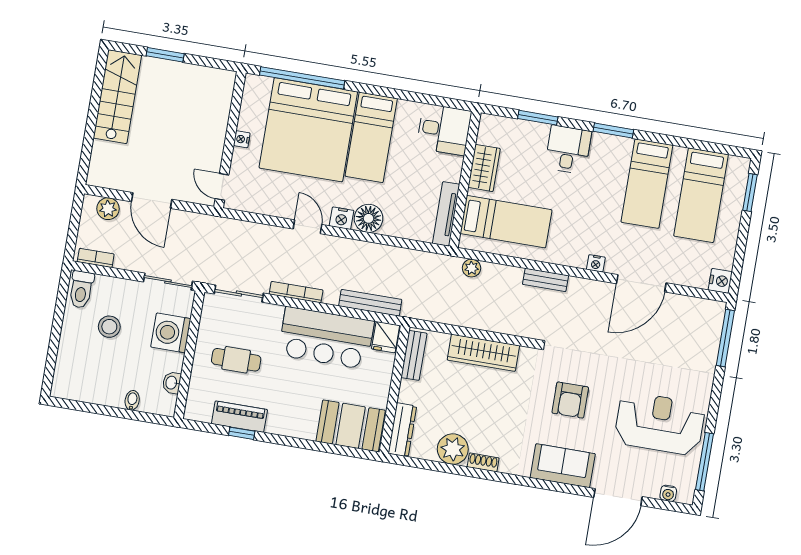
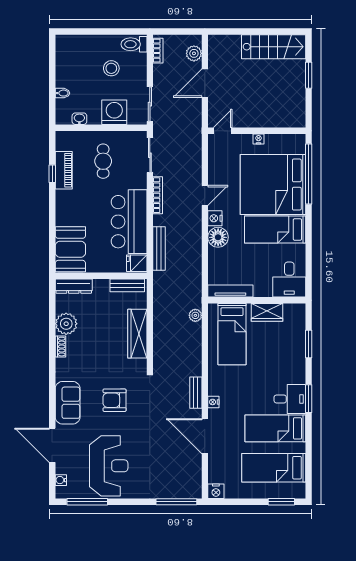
desk: (568, 150) -> (290, 399), moved
bench: (545, 280) -> (196, 393), moved

